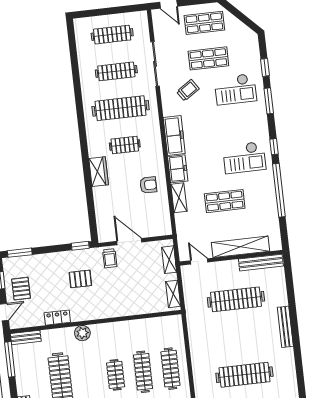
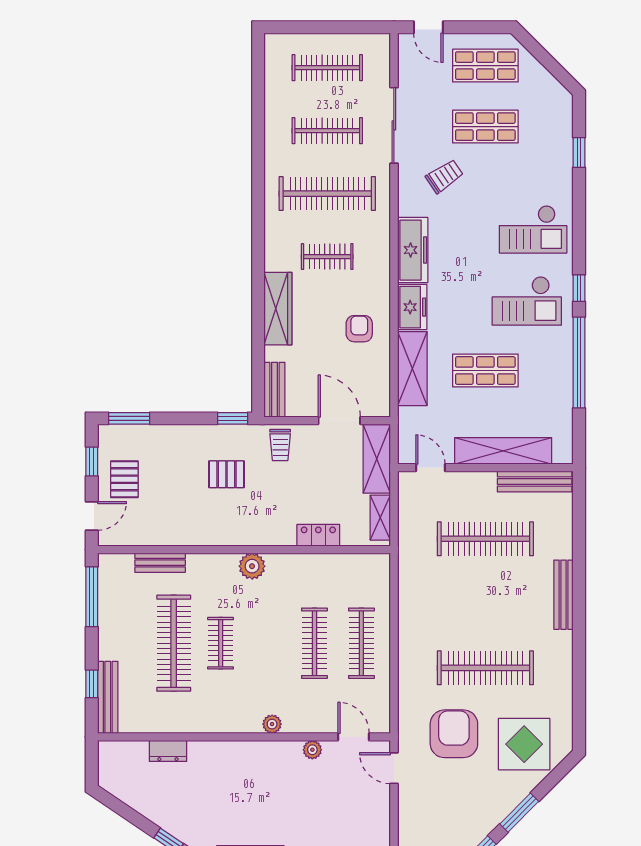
checkout: (235, 89) -> (533, 229), moved
window: (269, 101) -> (579, 210), removed
wardrobe: (99, 172) -> (278, 309), width x1.50
armchair: (148, 185) -> (359, 329), turned -90
shelving: (179, 198) -> (412, 369), width x1.50, depth x1.33
bench: (103, 226) -> (274, 390), added
door: (129, 242) -> (339, 421), moved
shelving: (169, 260) -> (377, 459), width x1.50, depth x1.33
locker: (57, 318) -> (318, 535), moved
plant: (82, 333) -> (252, 566), moved
bench: (26, 337) -> (160, 563), moved
clothes rail: (116, 375) -> (221, 643), moved

